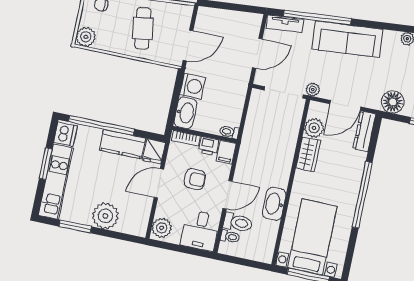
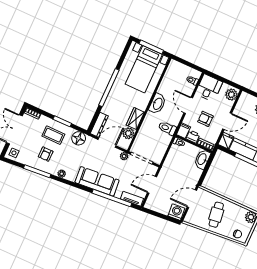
washing machine: (193, 86) -> (176, 212), moved, turned 85
door: (227, 195) -> (188, 105), hinge flipped
washbasin: (274, 204) -> (157, 104), moved
toilet: (238, 223) -> (167, 128), moved

